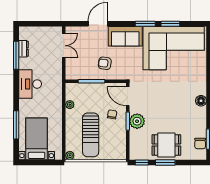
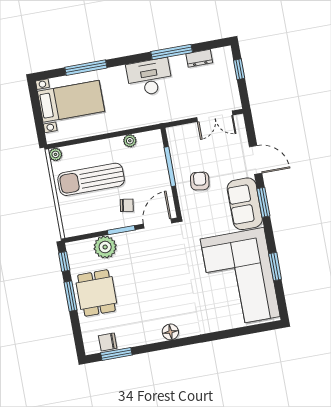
window: (36, 24) -> (239, 69), added
window: (145, 24) -> (263, 202), moved
window: (16, 55) -> (172, 52), moved
plant: (137, 121) -> (105, 247), moved

